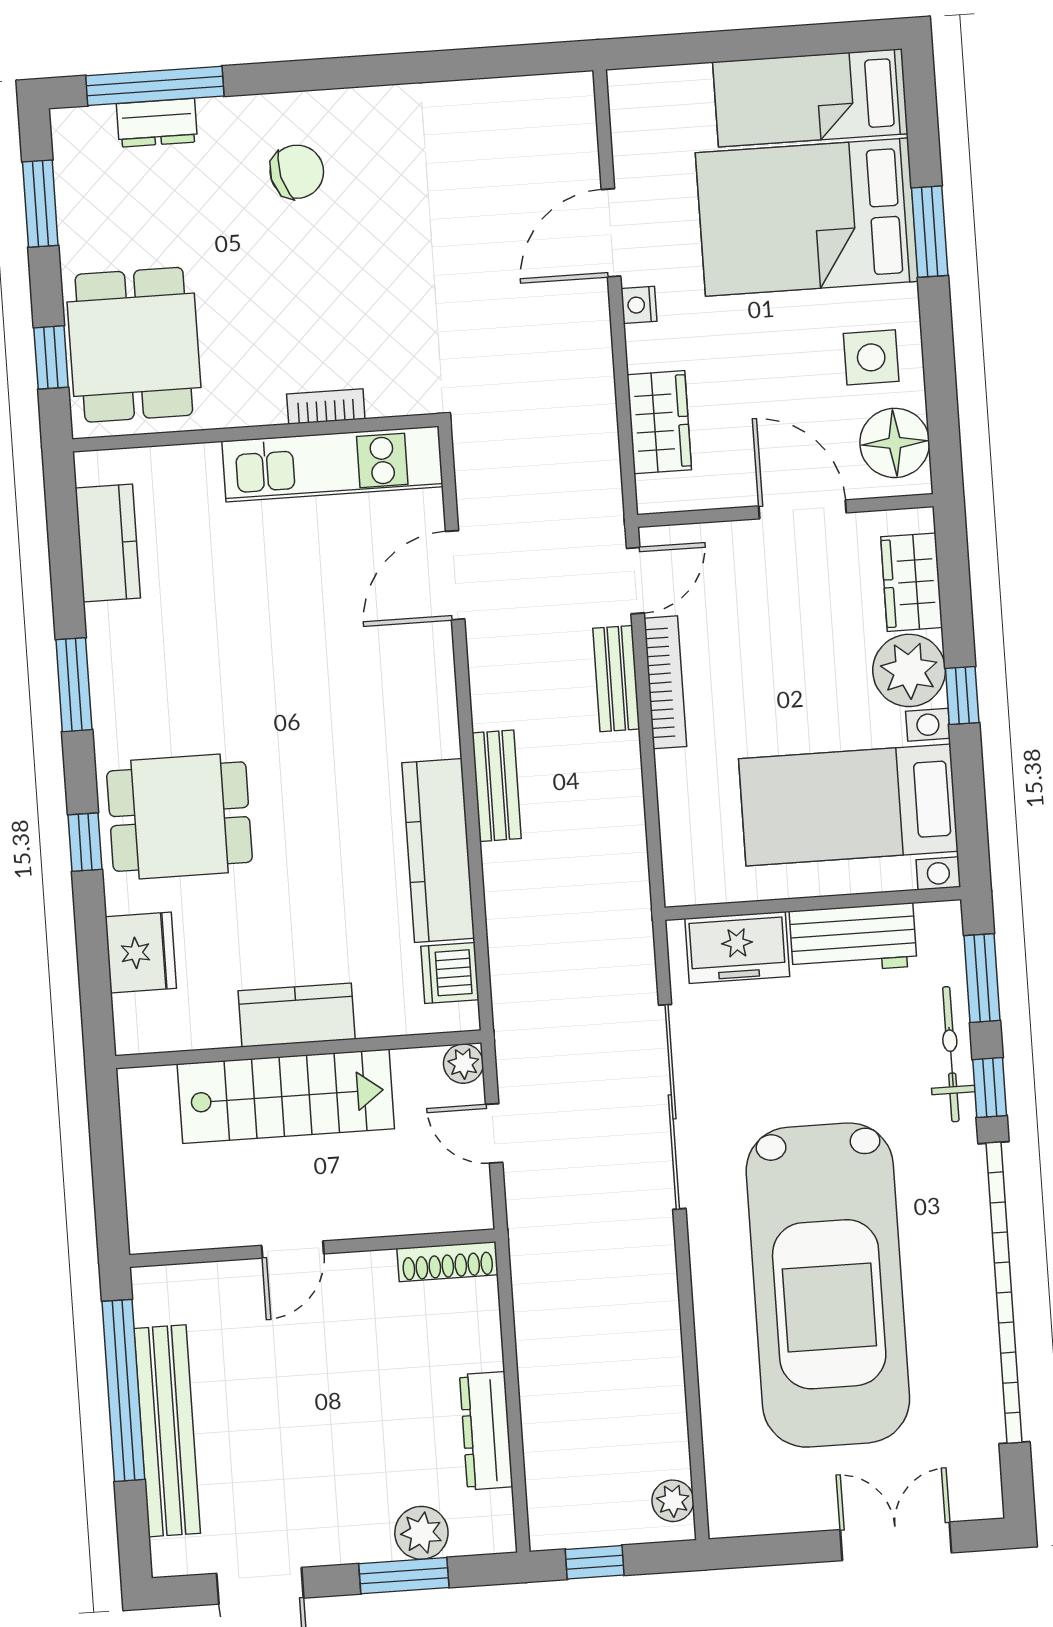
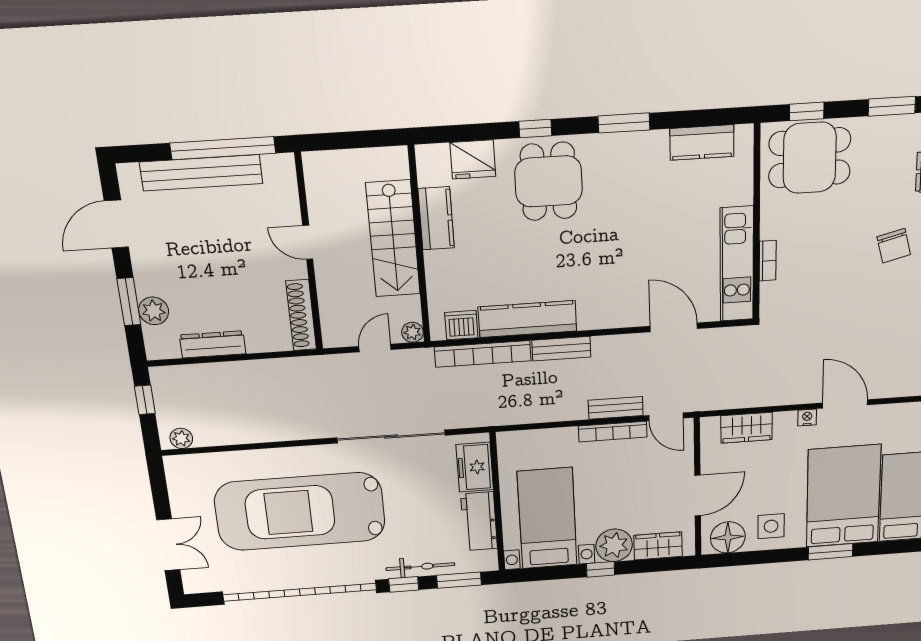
bookcase: (506, 933) -> (483, 354), added
kitchen counter: (297, 1015) -> (436, 218), moved
shoe rack: (447, 1262) -> (301, 315), width x1.36, depth x1.24

